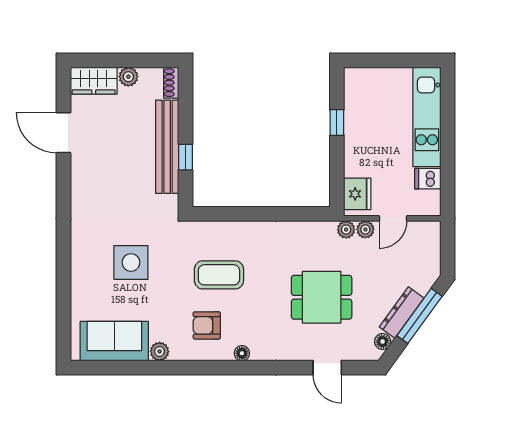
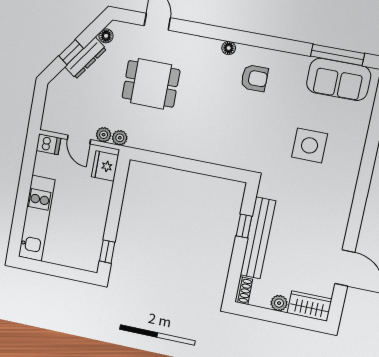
window: (337, 122) -> (107, 252), moved
dishwasher: (428, 179) -> (48, 144), moved
door: (393, 218) -> (79, 139), swing flipped
coffee table: (219, 275) -> (235, 120), removed
window: (420, 316) -> (71, 52), width x0.46
plant: (160, 351) -> (300, 63), removed
window: (121, 368) -> (337, 55), added

